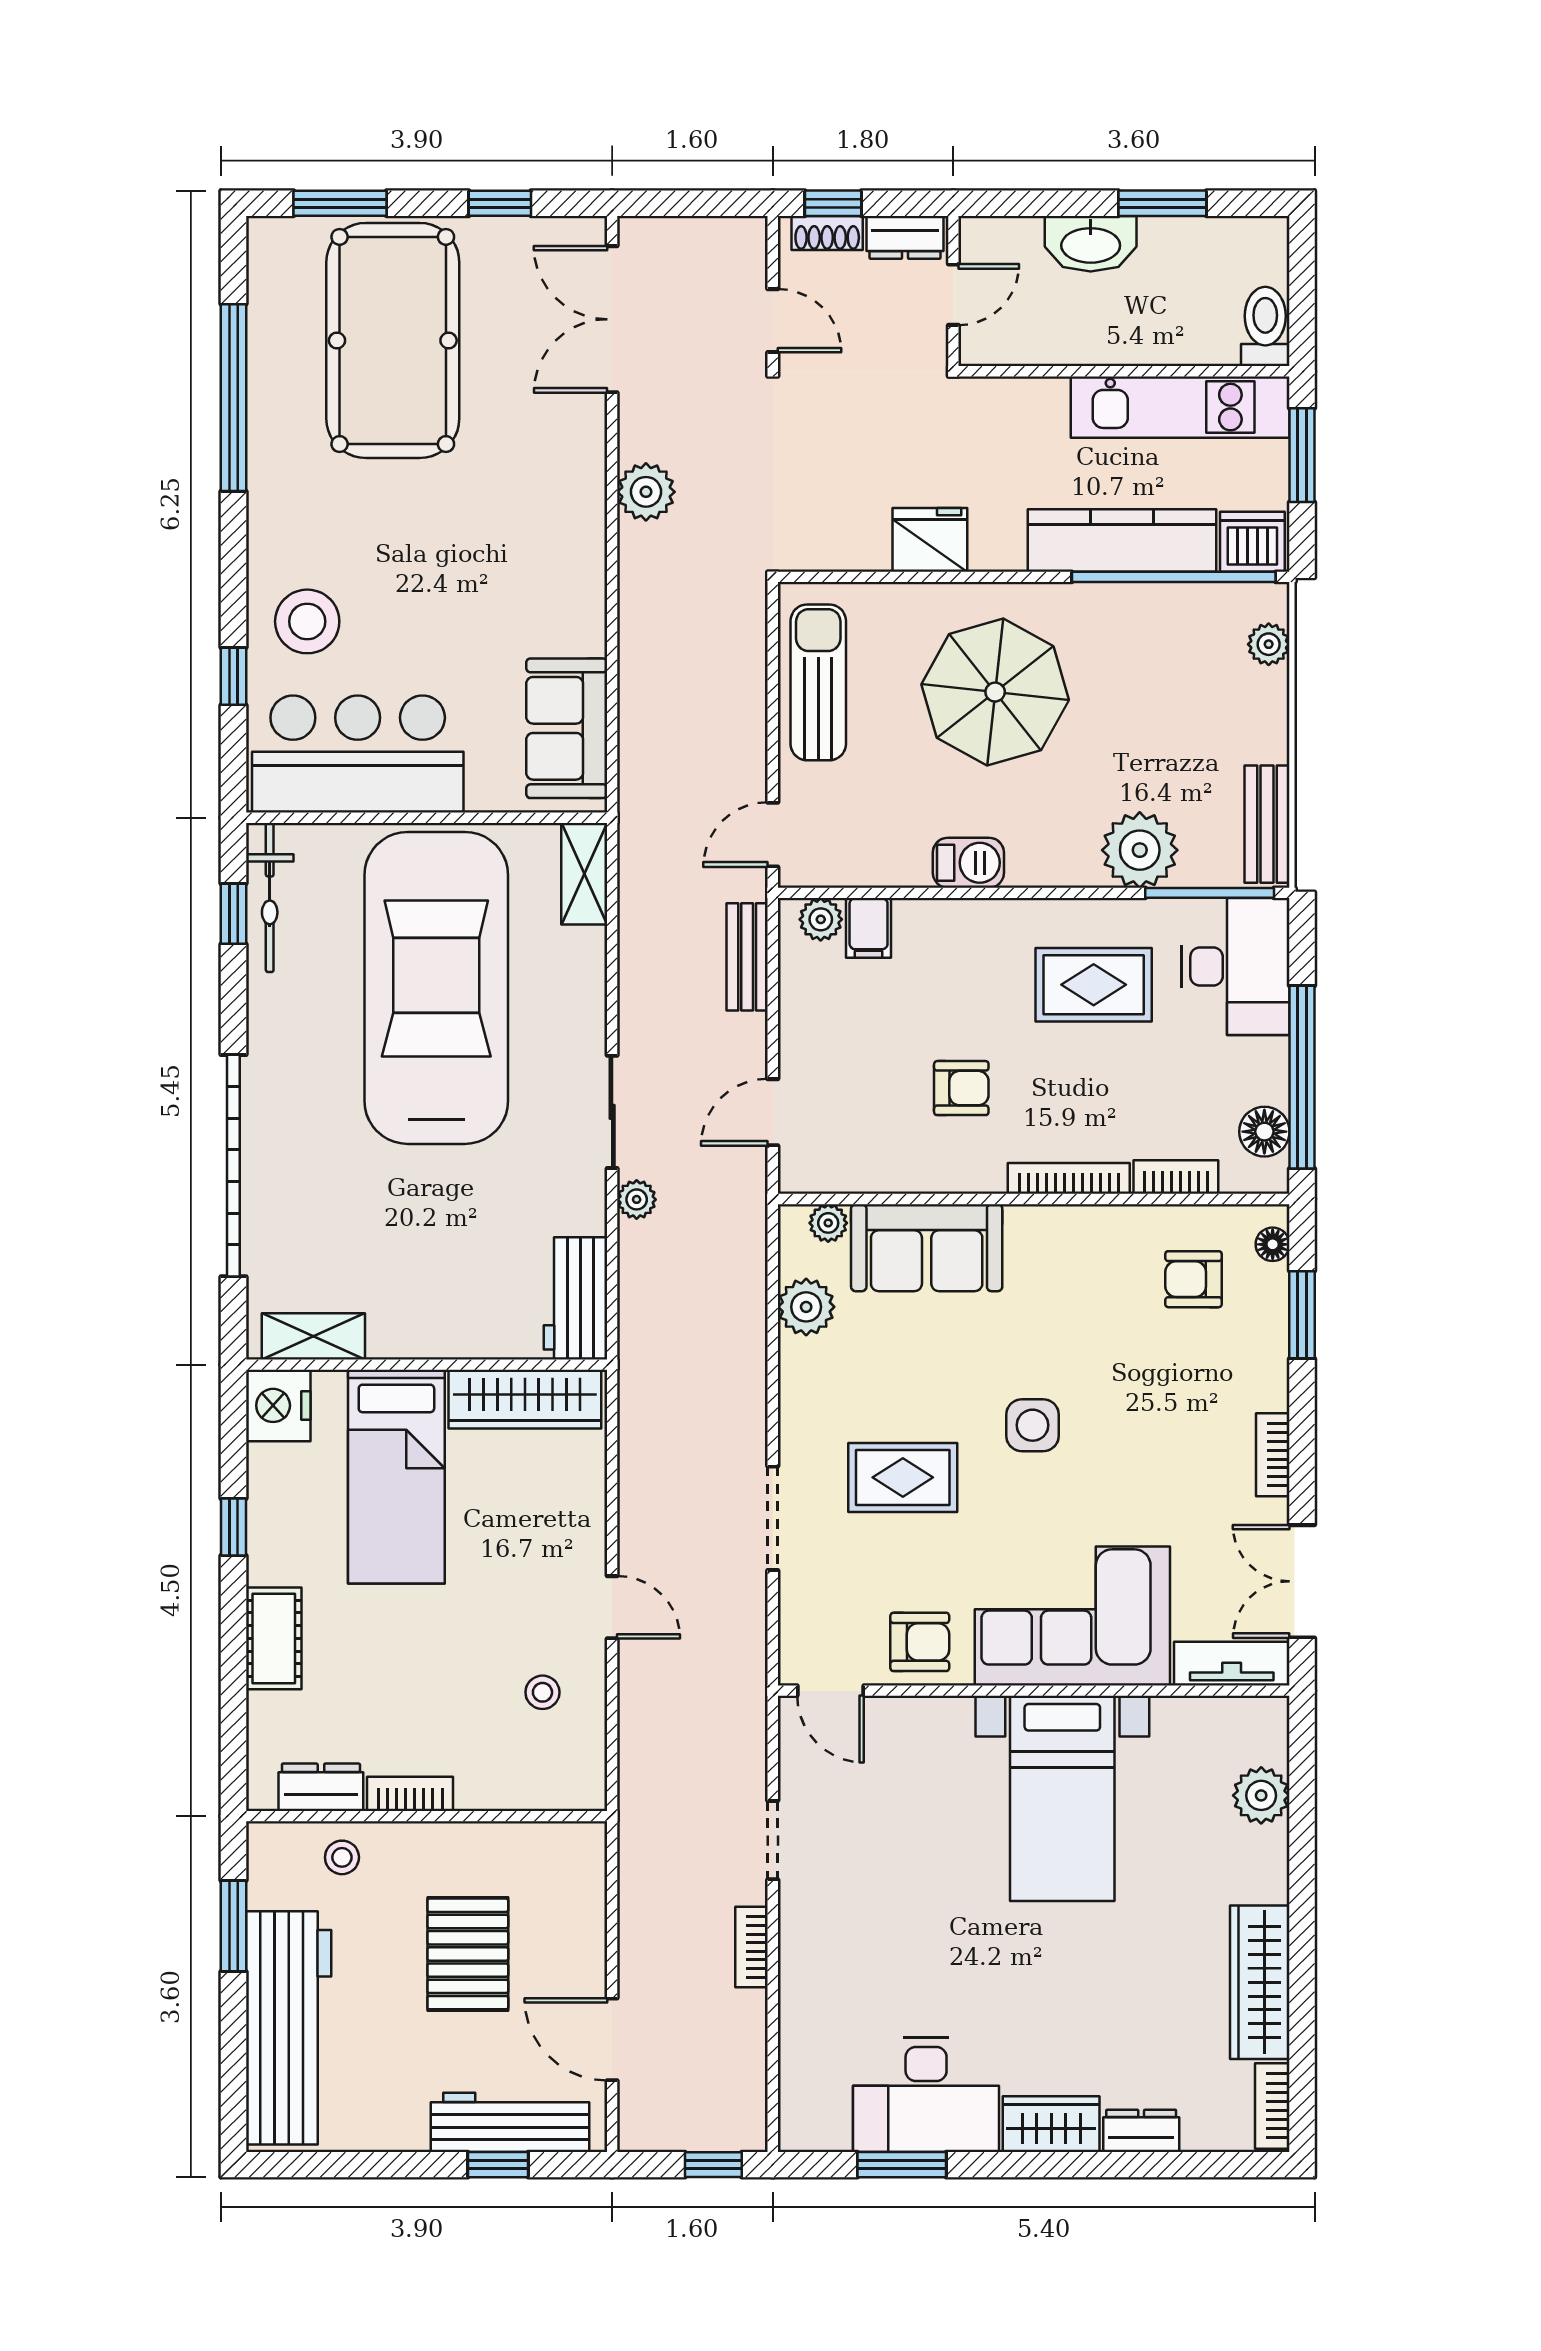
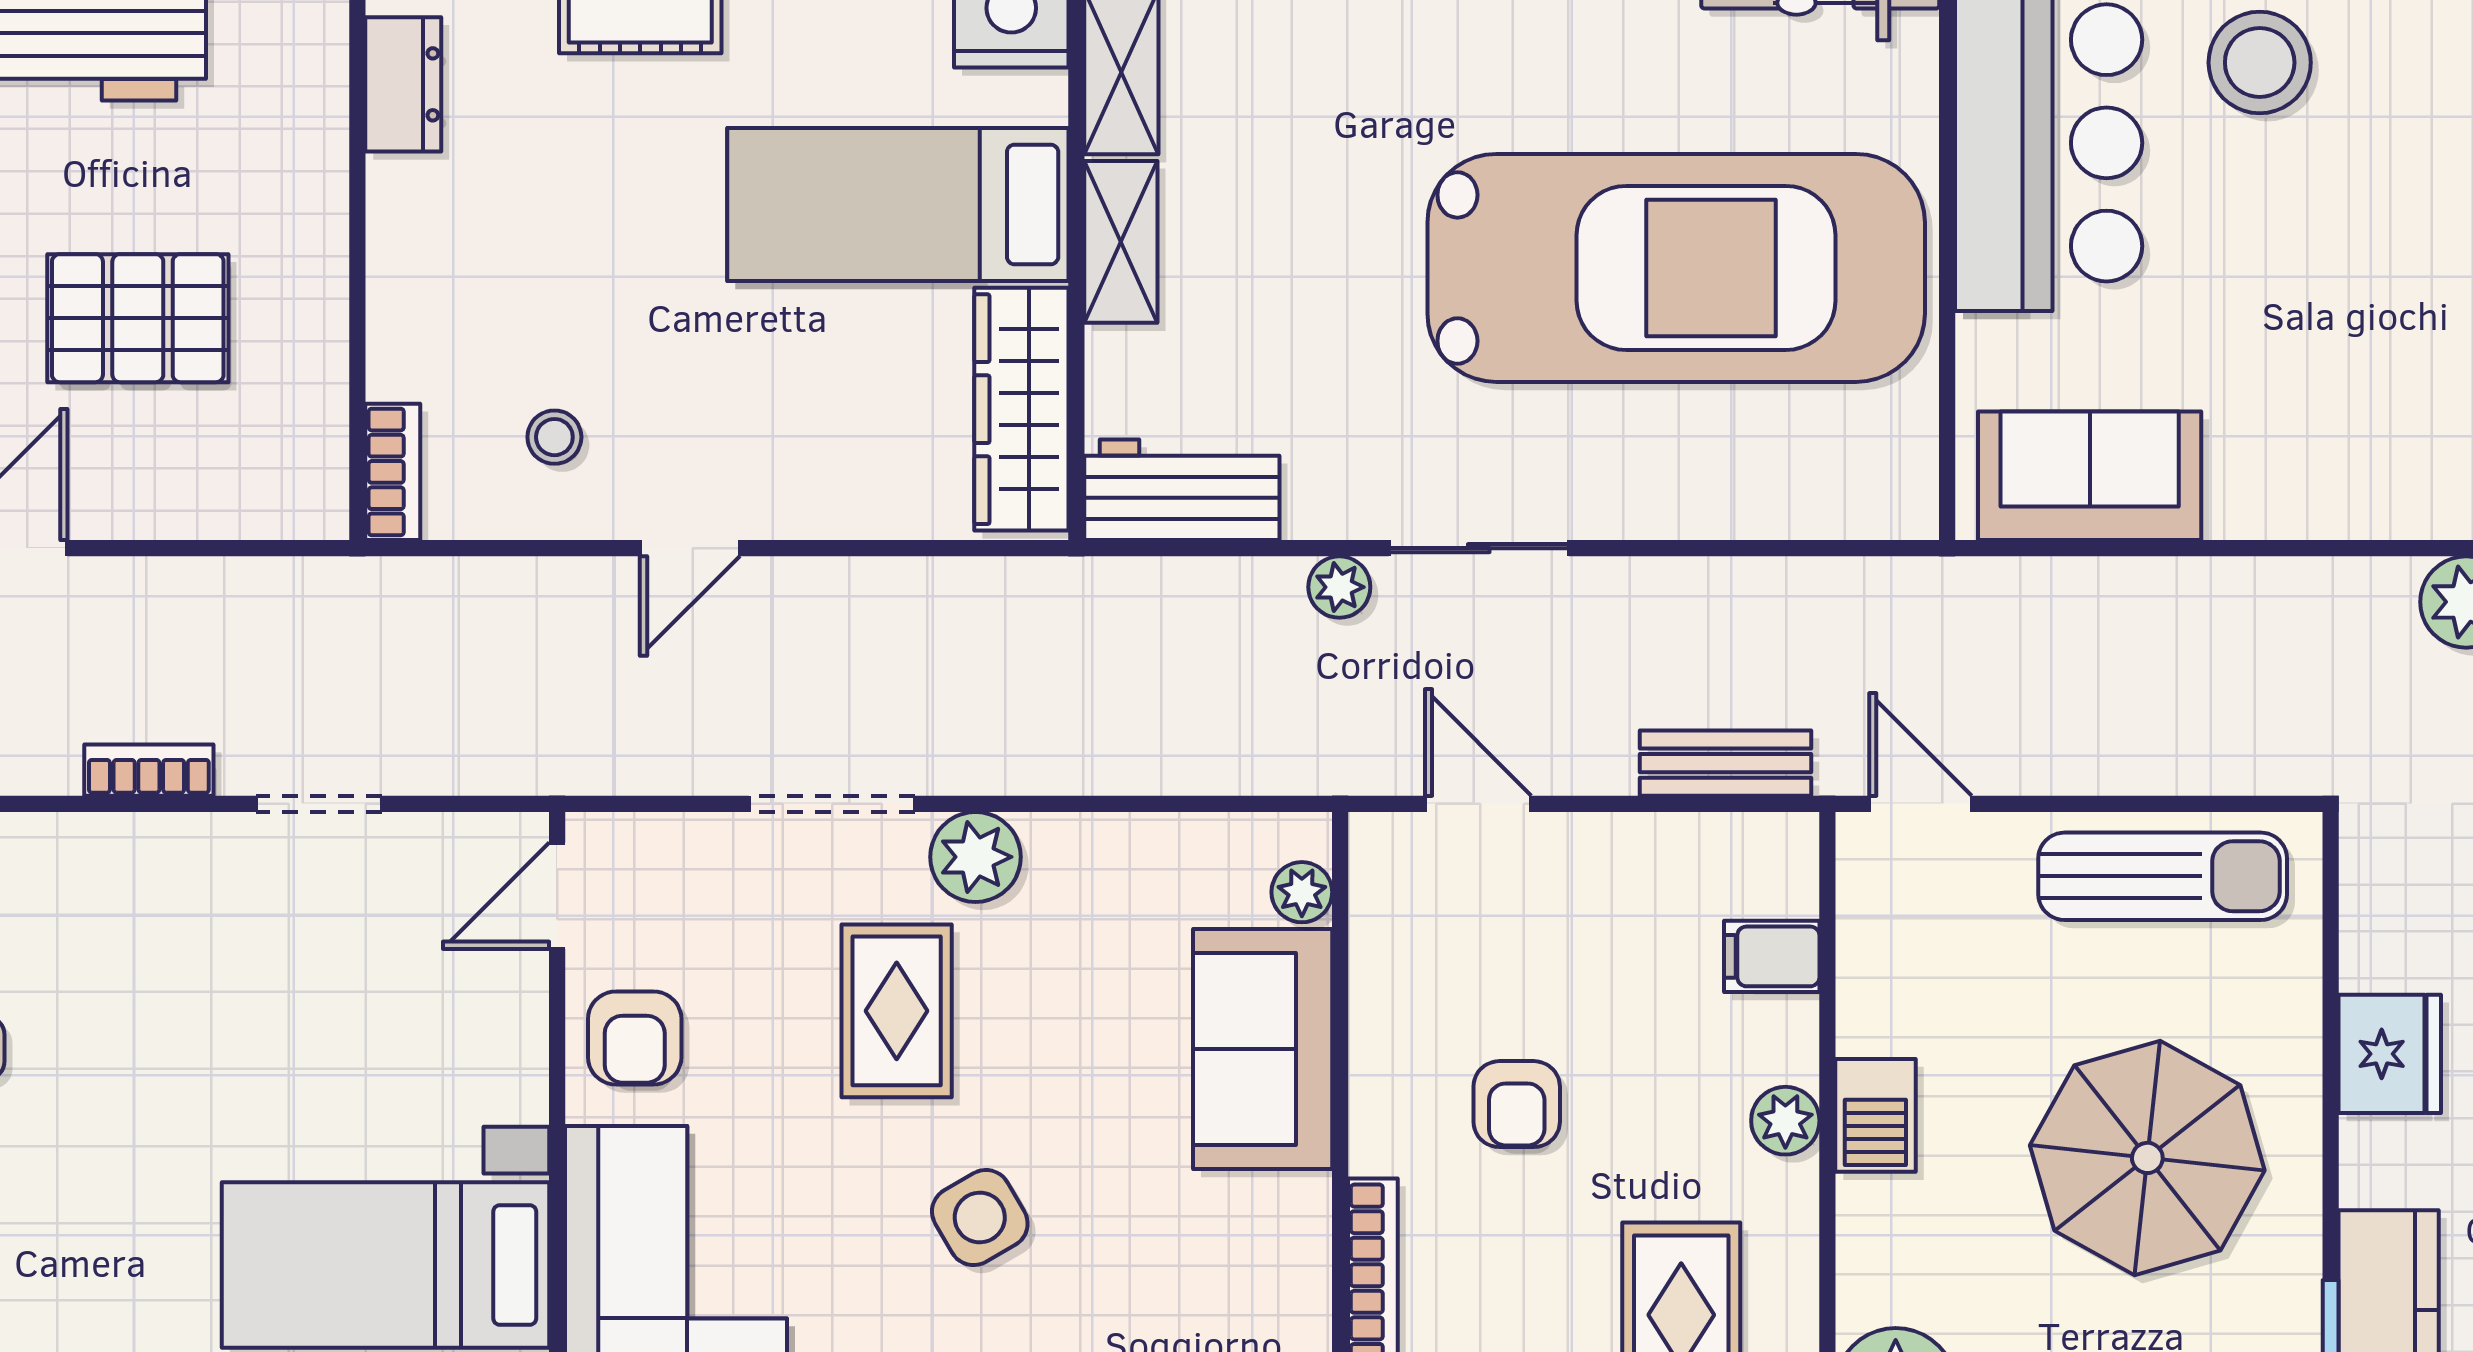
shelving: (584, 874) -> (1121, 242), moved, turned 90
plant: (821, 919) -> (1785, 1121), moved
plant: (806, 1307) -> (976, 857), moved
side table: (1033, 1425) -> (980, 1218), turned -30
bookcase: (410, 1794) -> (393, 472), moved
stool: (342, 1857) -> (292, 118), removed

